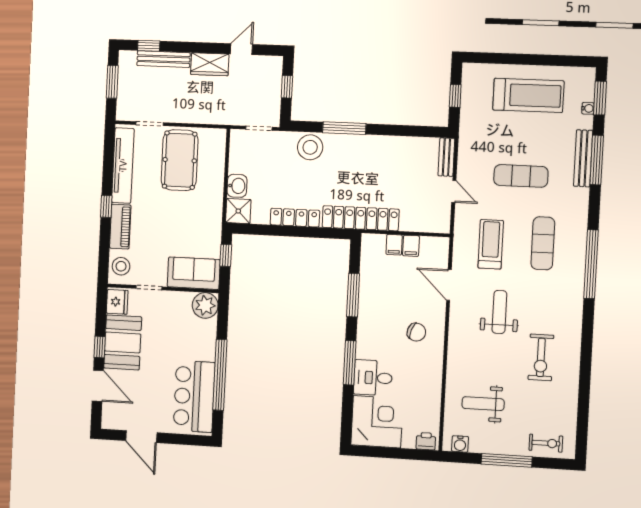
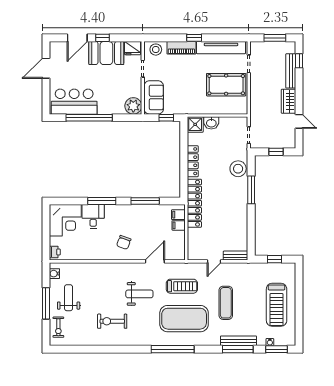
exercise mat: (543, 243) -> (184, 319), width x2.00, depth x1.45
filing cabinet: (411, 246) -> (178, 215), moved
weight bench: (483, 404) -> (69, 298), moved

